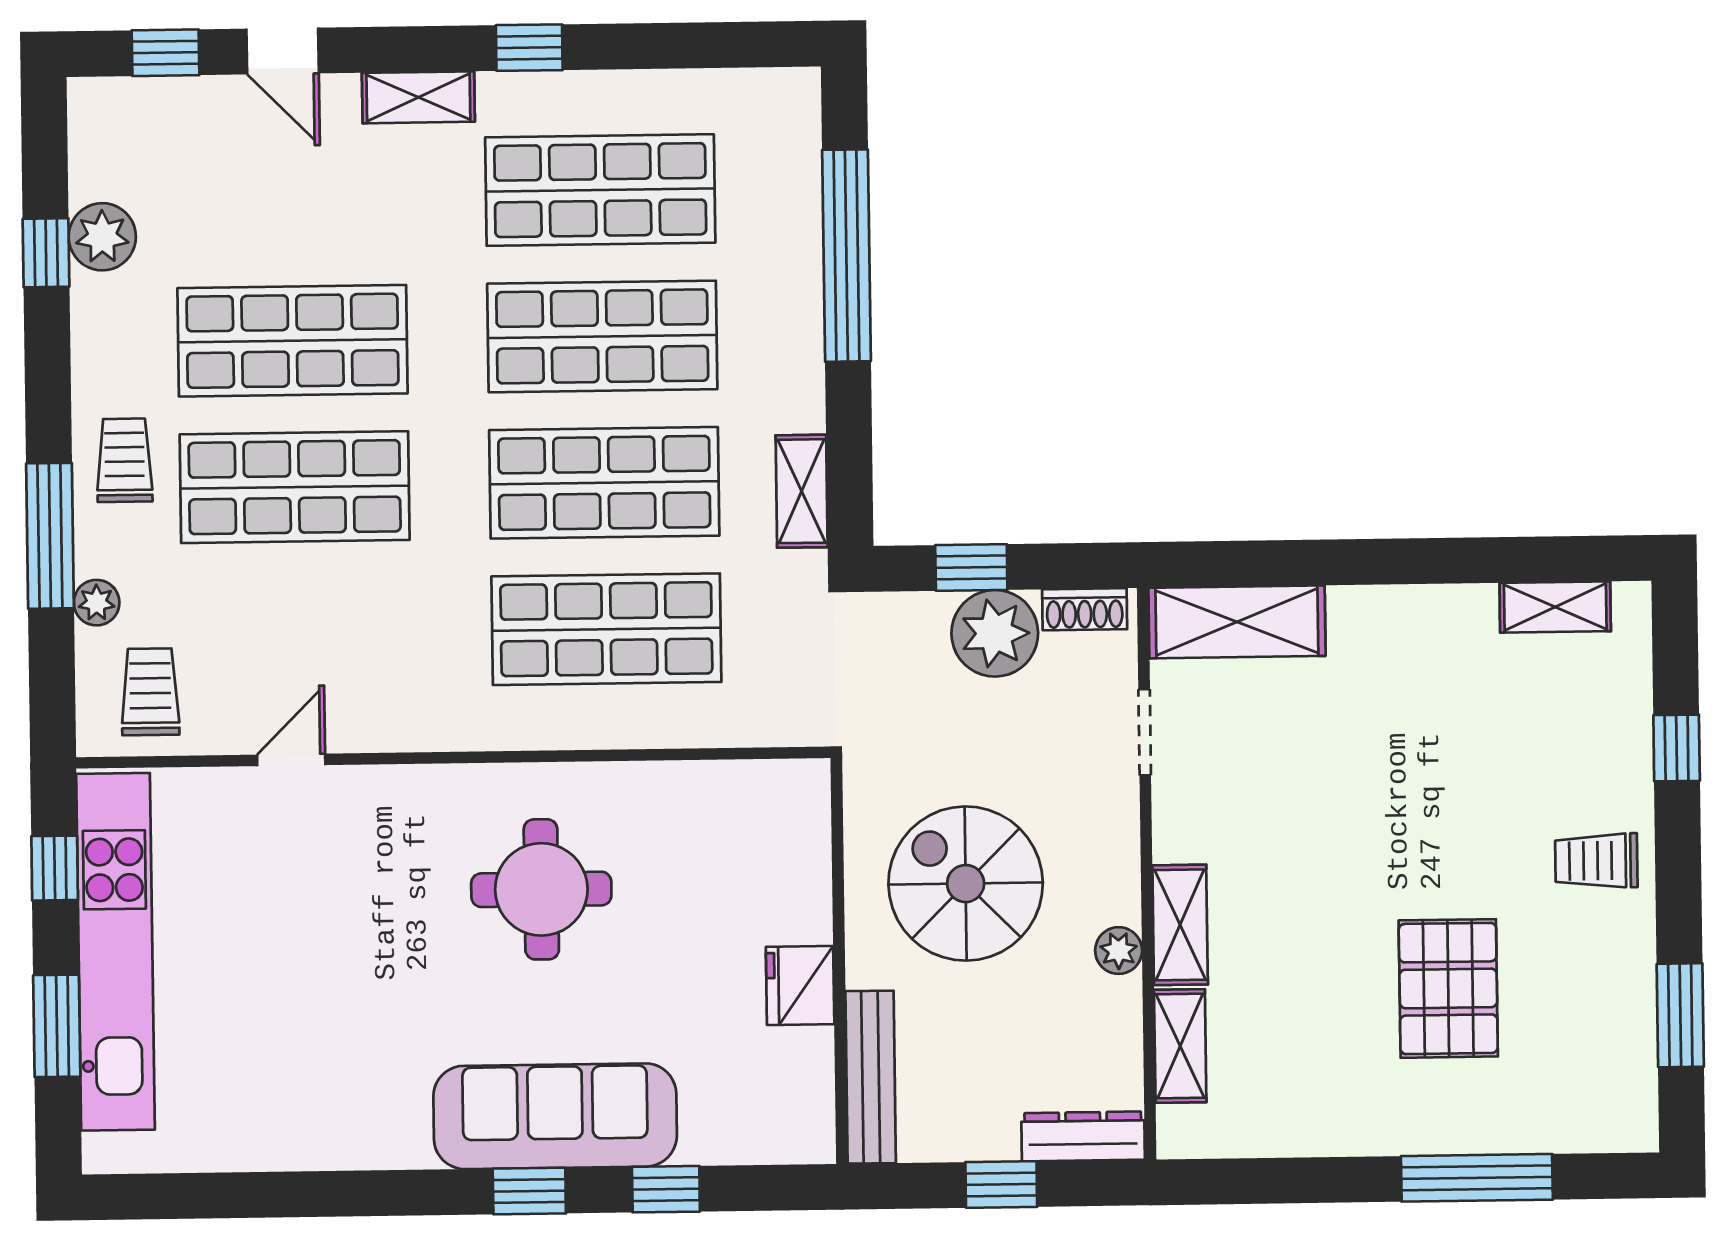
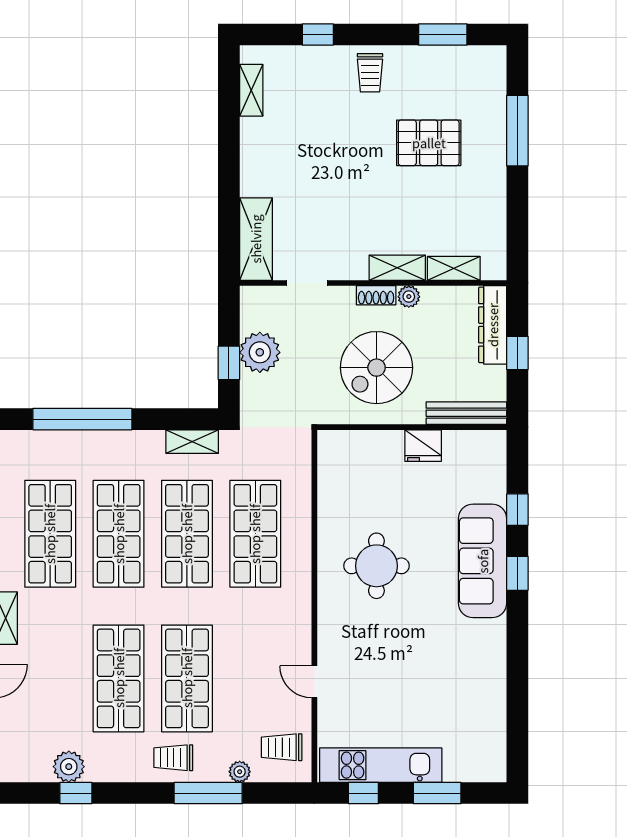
shoe rack: (1085, 609) -> (376, 295), moved, turned 90
kitchen unit: (115, 952) -> (381, 765), width x0.73
dresser: (1083, 1136) -> (493, 325), width x1.37, depth x1.24

